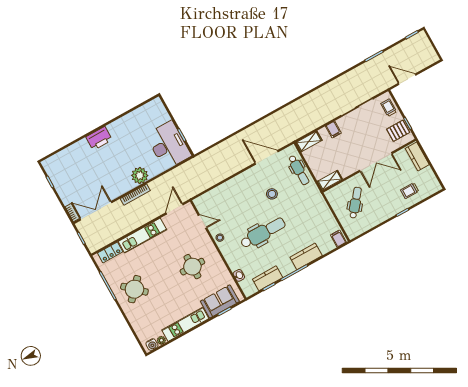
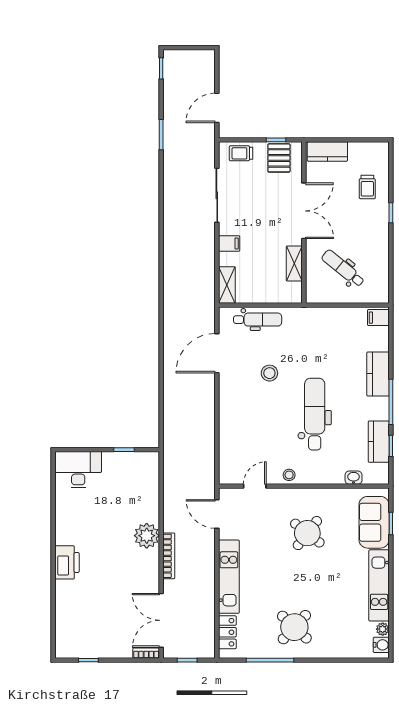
desk: (168, 145) -> (78, 470), moved, width x0.73, depth x0.77
shelving: (330, 180) -> (294, 263), moved
round table: (192, 267) -> (307, 533), turned 38

